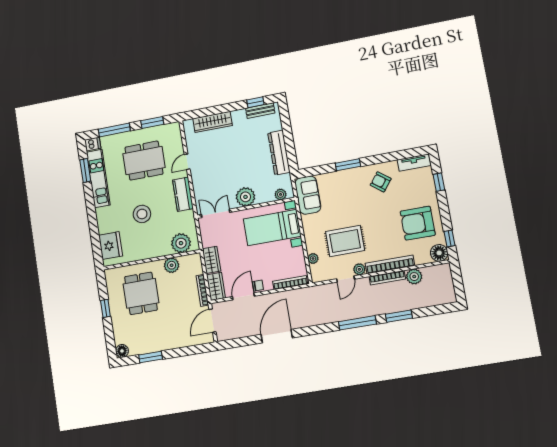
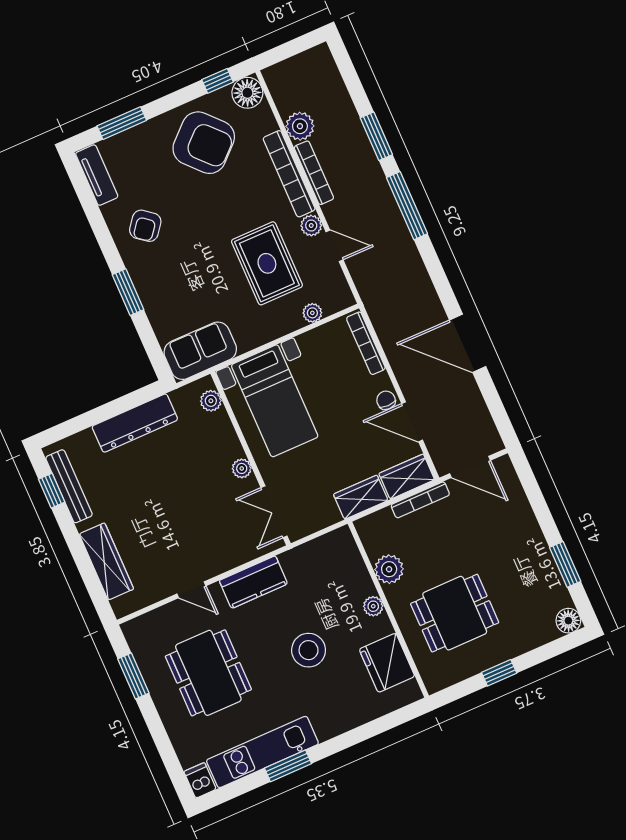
bench: (260, 111) -> (69, 486), width x1.36
window: (114, 130) -> (164, 746), removed
window: (85, 170) -> (288, 766), moved
window: (439, 182) -> (122, 123), width x1.50
plant: (245, 197) -> (242, 468), width x0.53, depth x0.53
armchair: (418, 223) -> (204, 143), turned -43
plant: (181, 243) -> (373, 606), moved, width x0.53, depth x0.53
fridge: (111, 246) -> (387, 663), moved, turned -90

